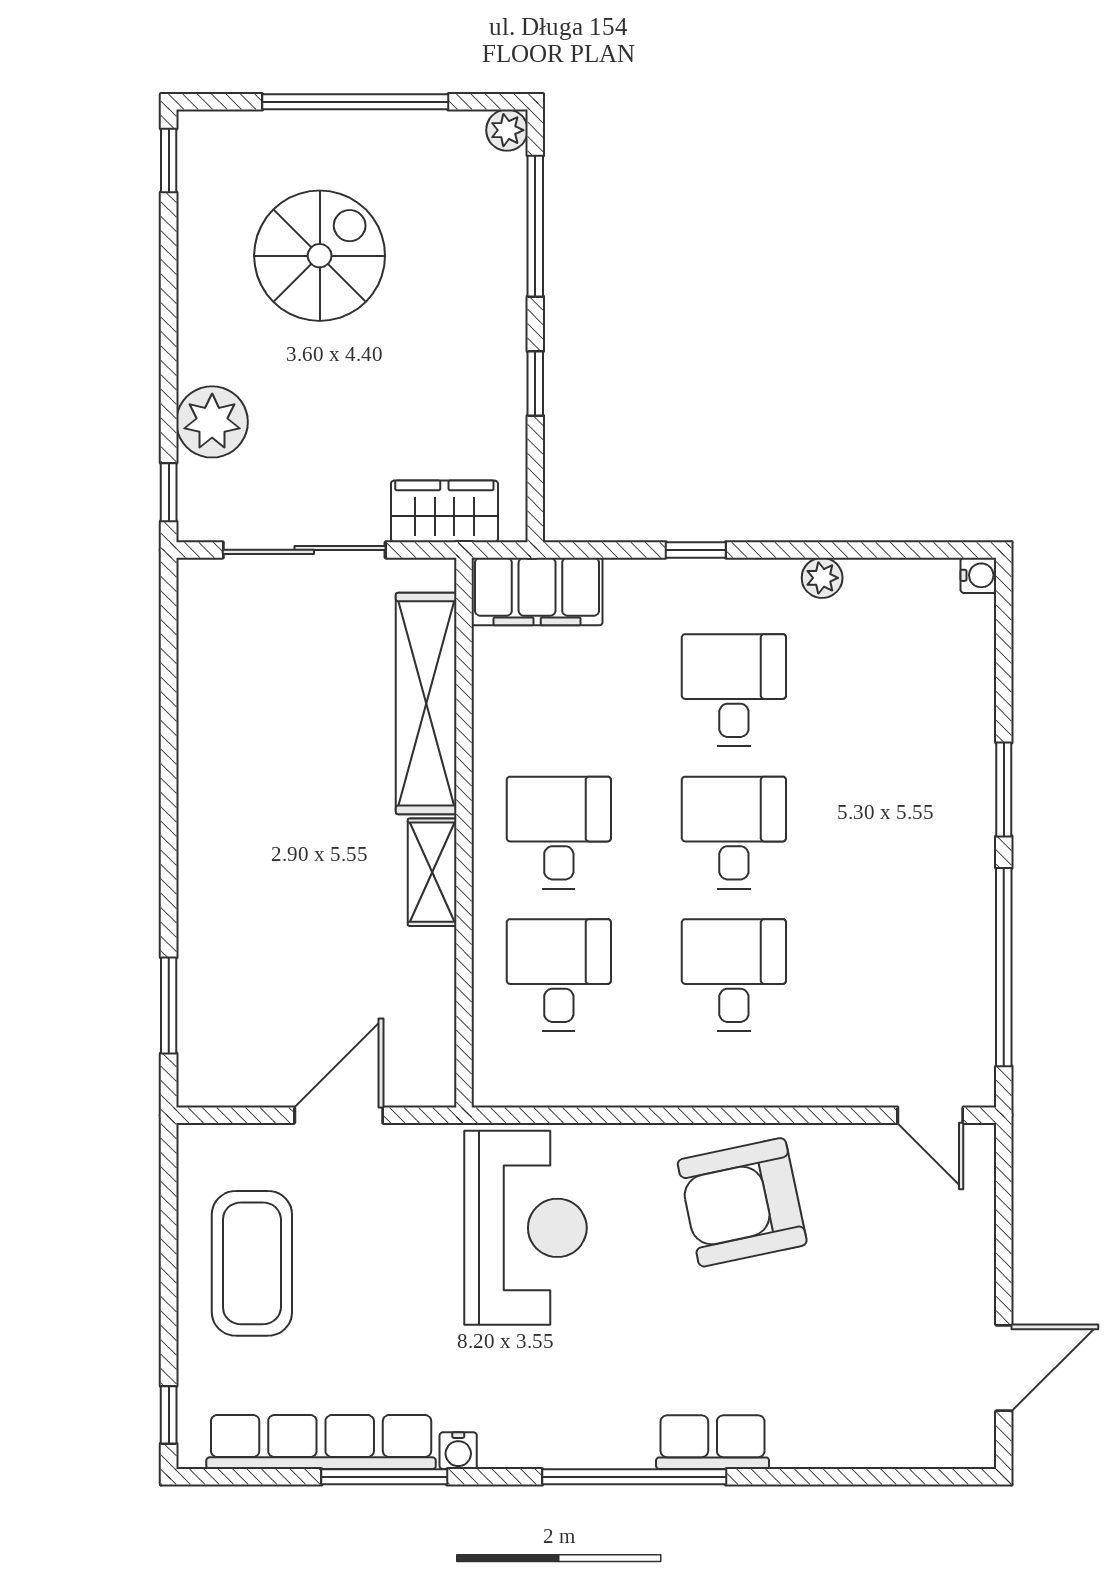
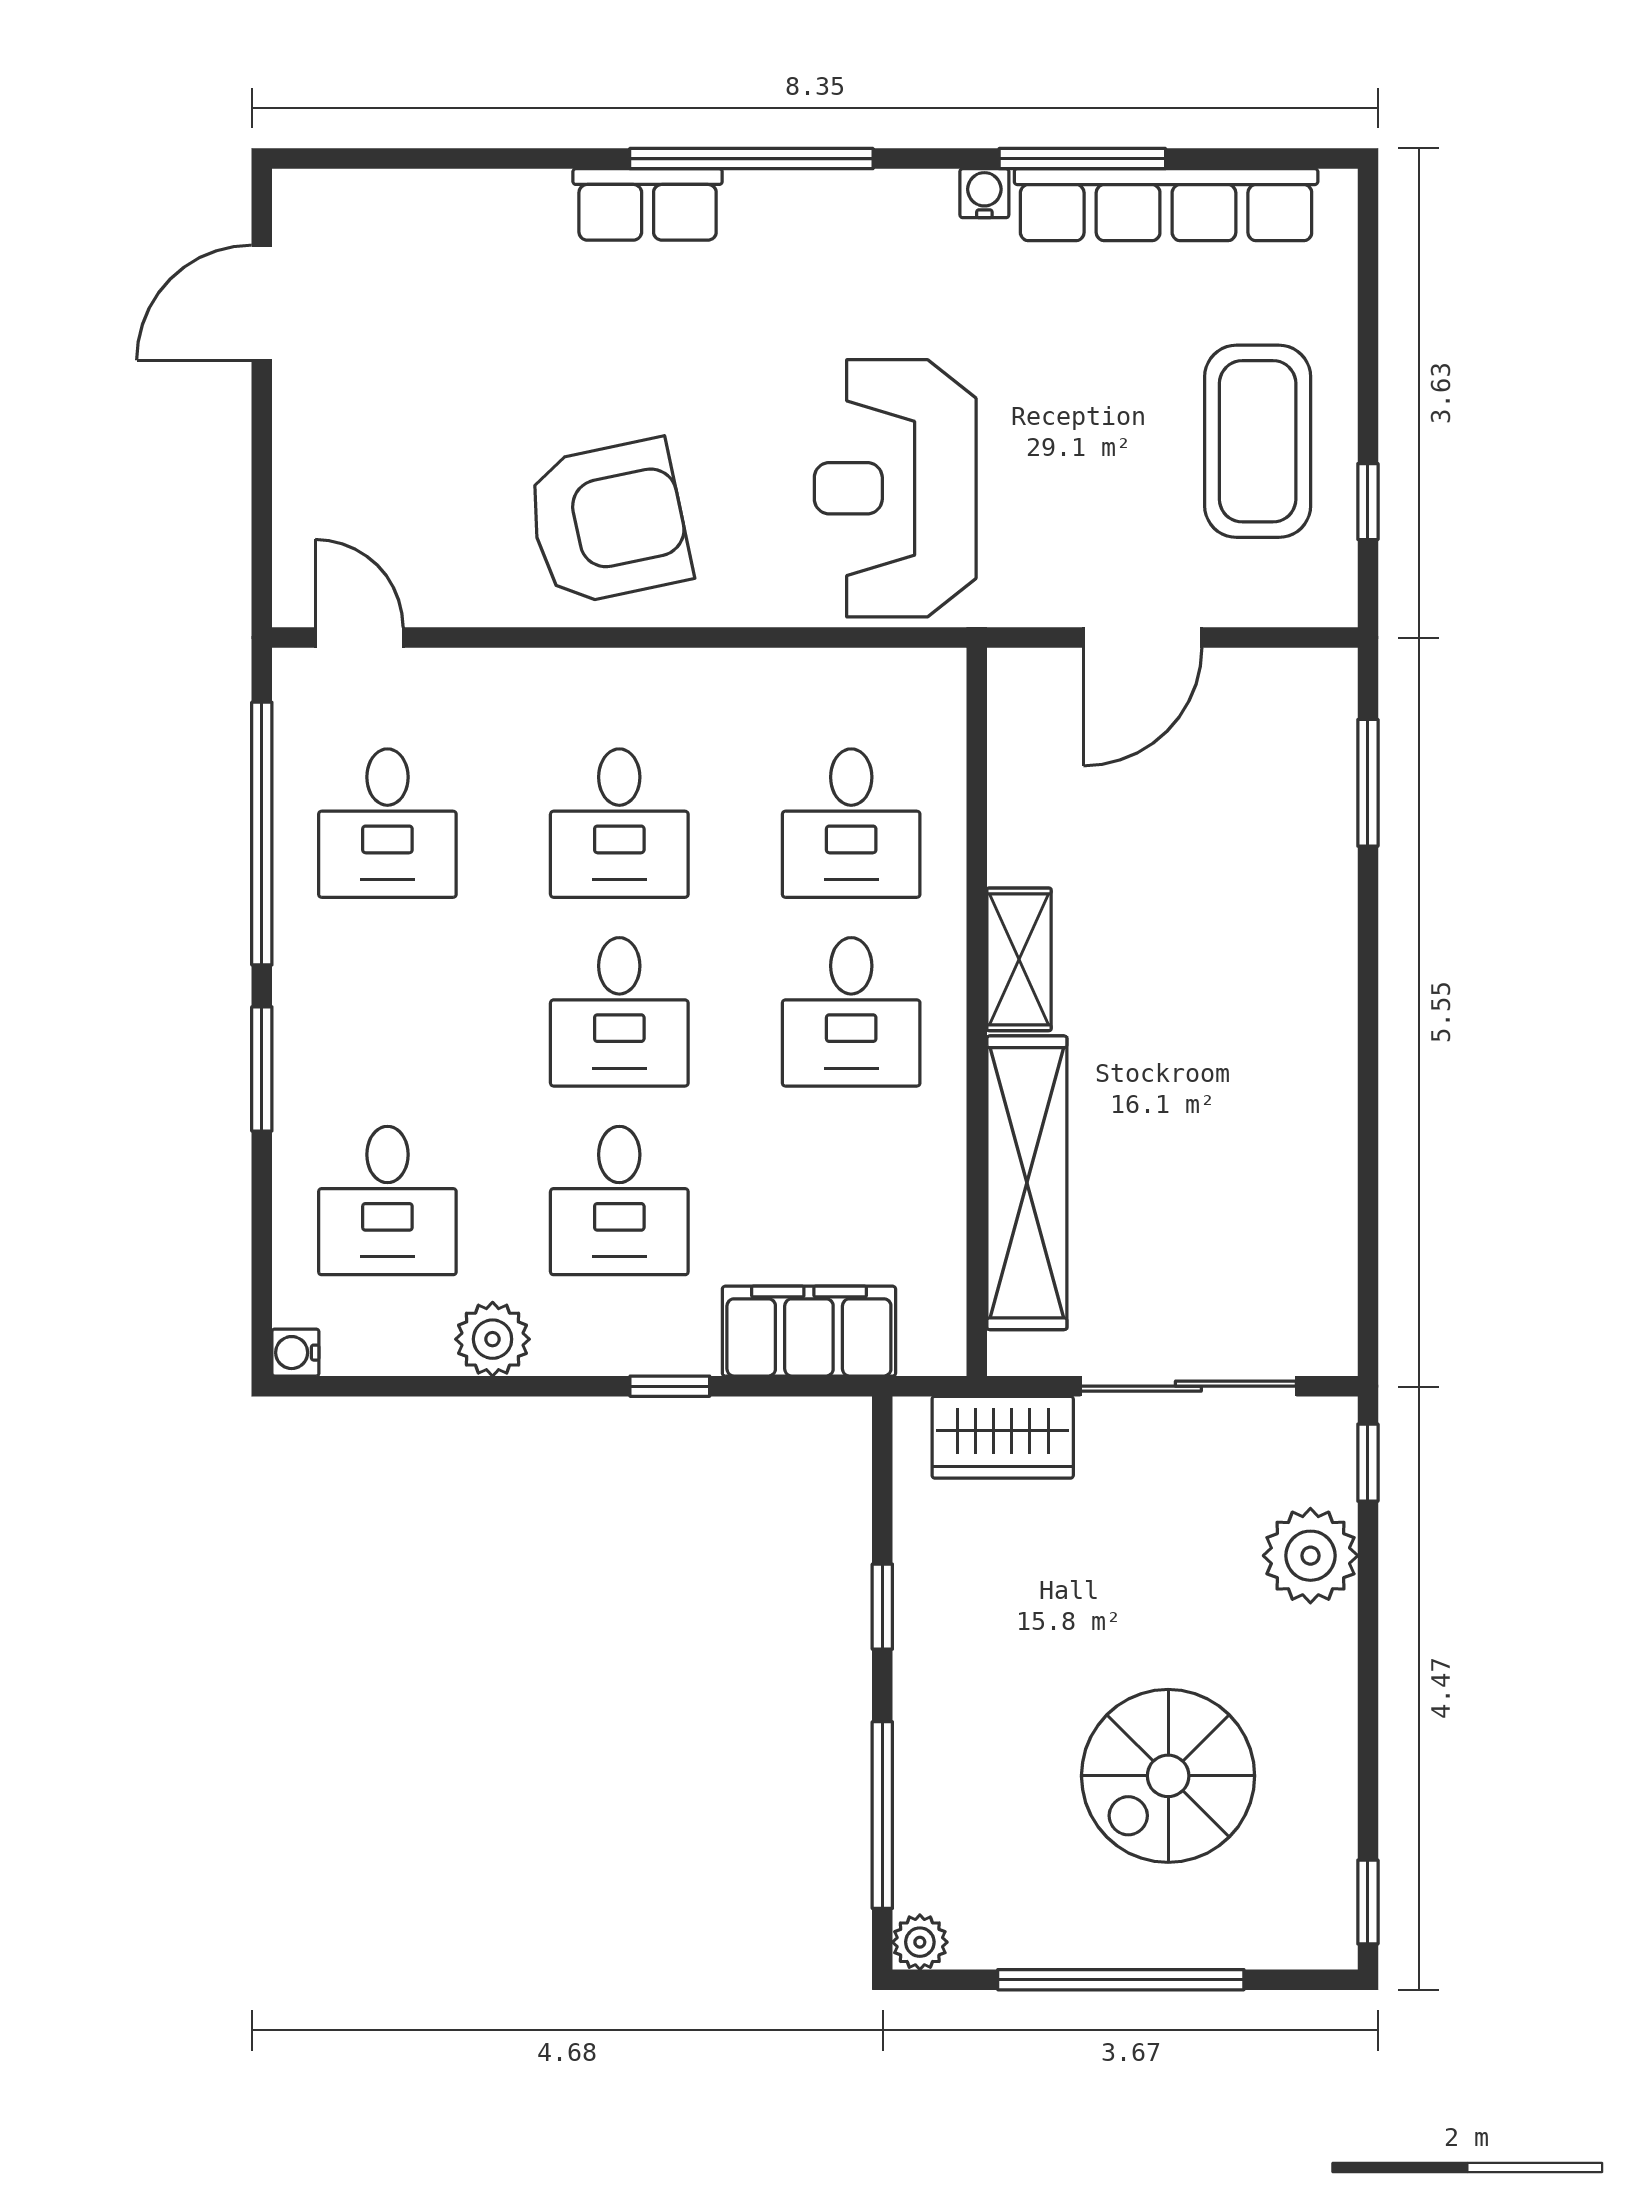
plant: (822, 578) -> (493, 1339), width x1.38, depth x1.38
filing cabinet: (537, 591) -> (809, 1331), moved
desk: (909, 690) -> (387, 1201), added
desk: (909, 975) -> (387, 823), added
window: (169, 1415) -> (1368, 502), moved

